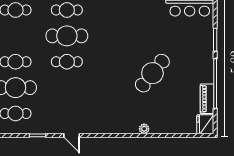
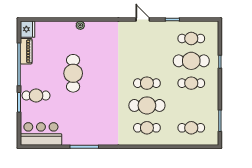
cafe table: (195, 47) -> (36, 96), added
cafe table: (152, 73) -> (73, 73), turned -39

